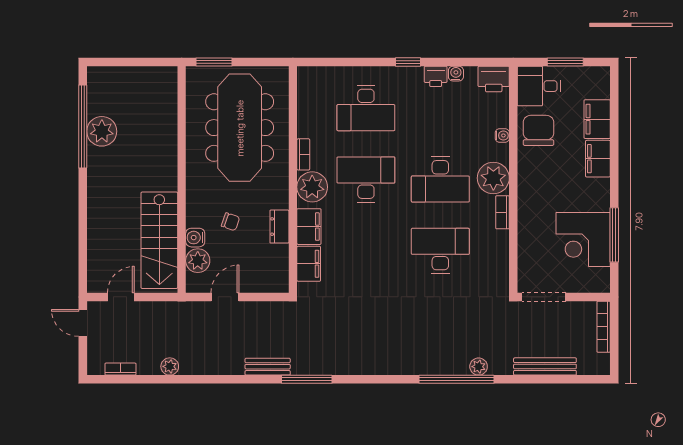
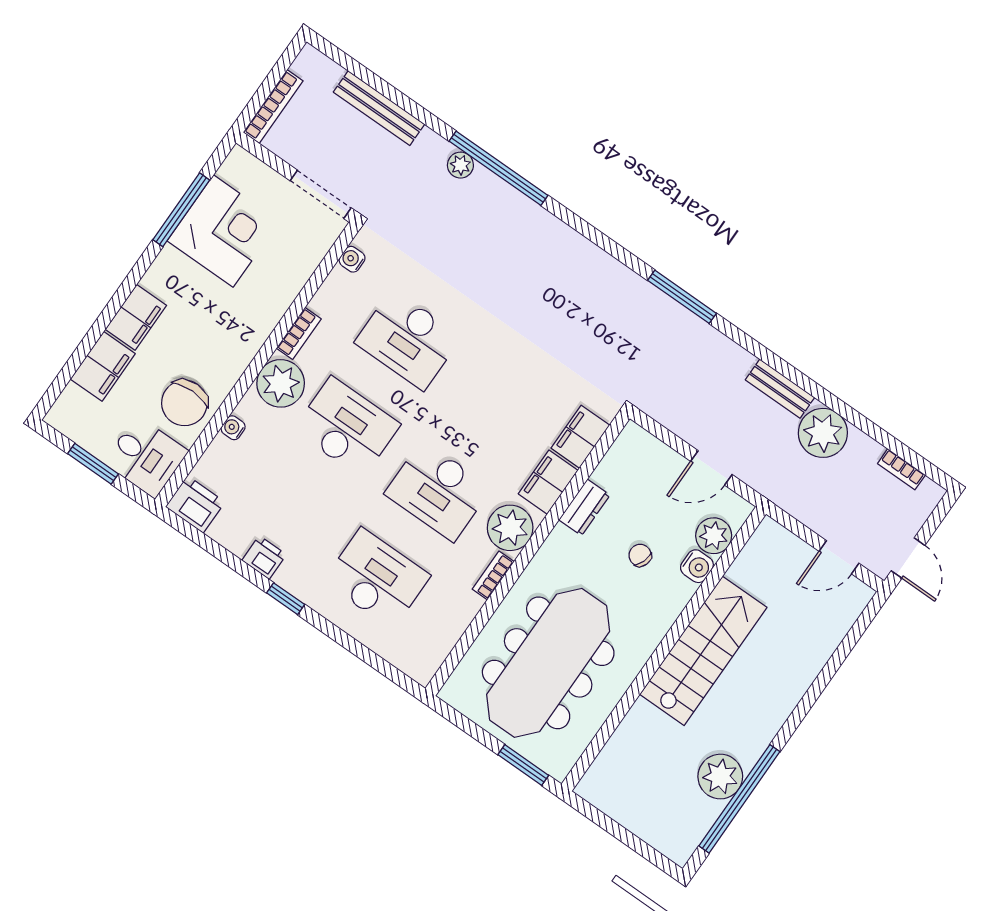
water cooler: (456, 74) -> (352, 259), moved, turned 90
stairs: (159, 240) -> (703, 651), moved
plant: (170, 366) -> (823, 433), width x1.87, depth x1.87
bench: (268, 367) -> (780, 389), moved

